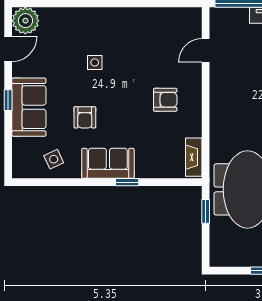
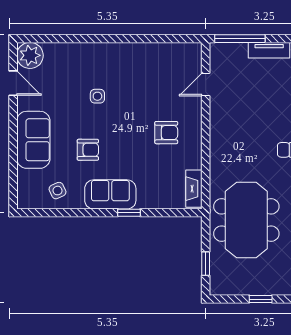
door: (8, 49) -> (13, 83), hinge flipped
window: (8, 100) -> (13, 133), removed
armchair: (85, 117) -> (88, 150), turned -90
window: (206, 211) -> (206, 264), moved

